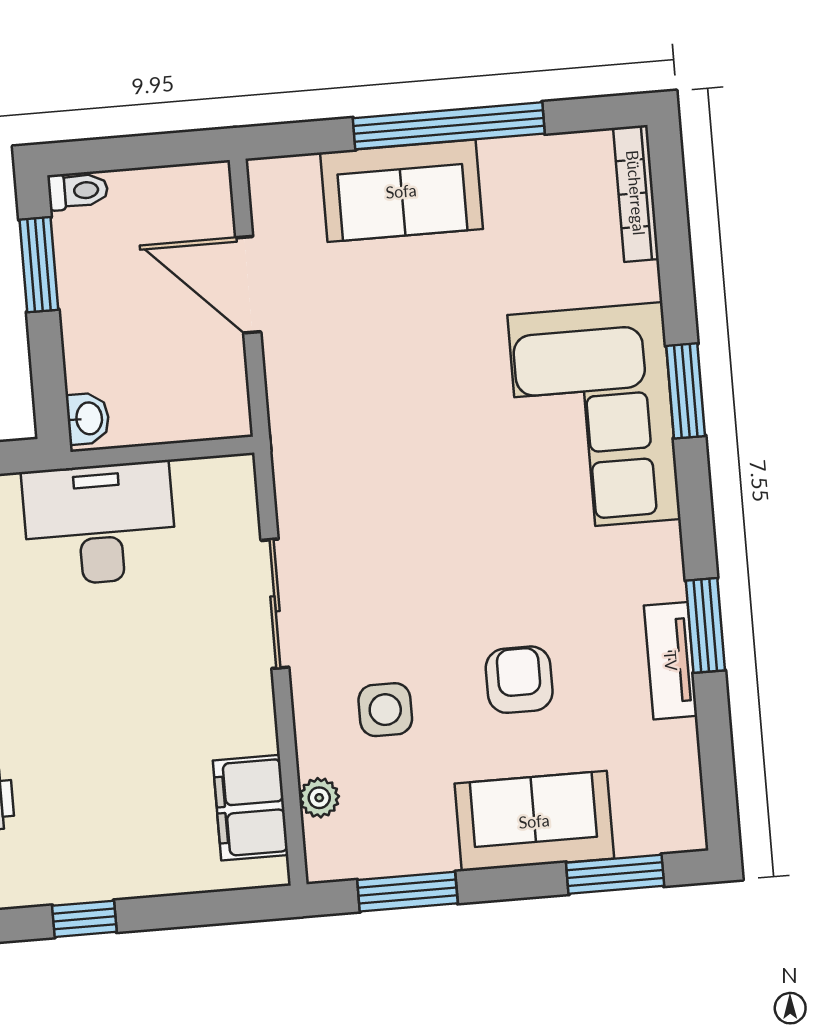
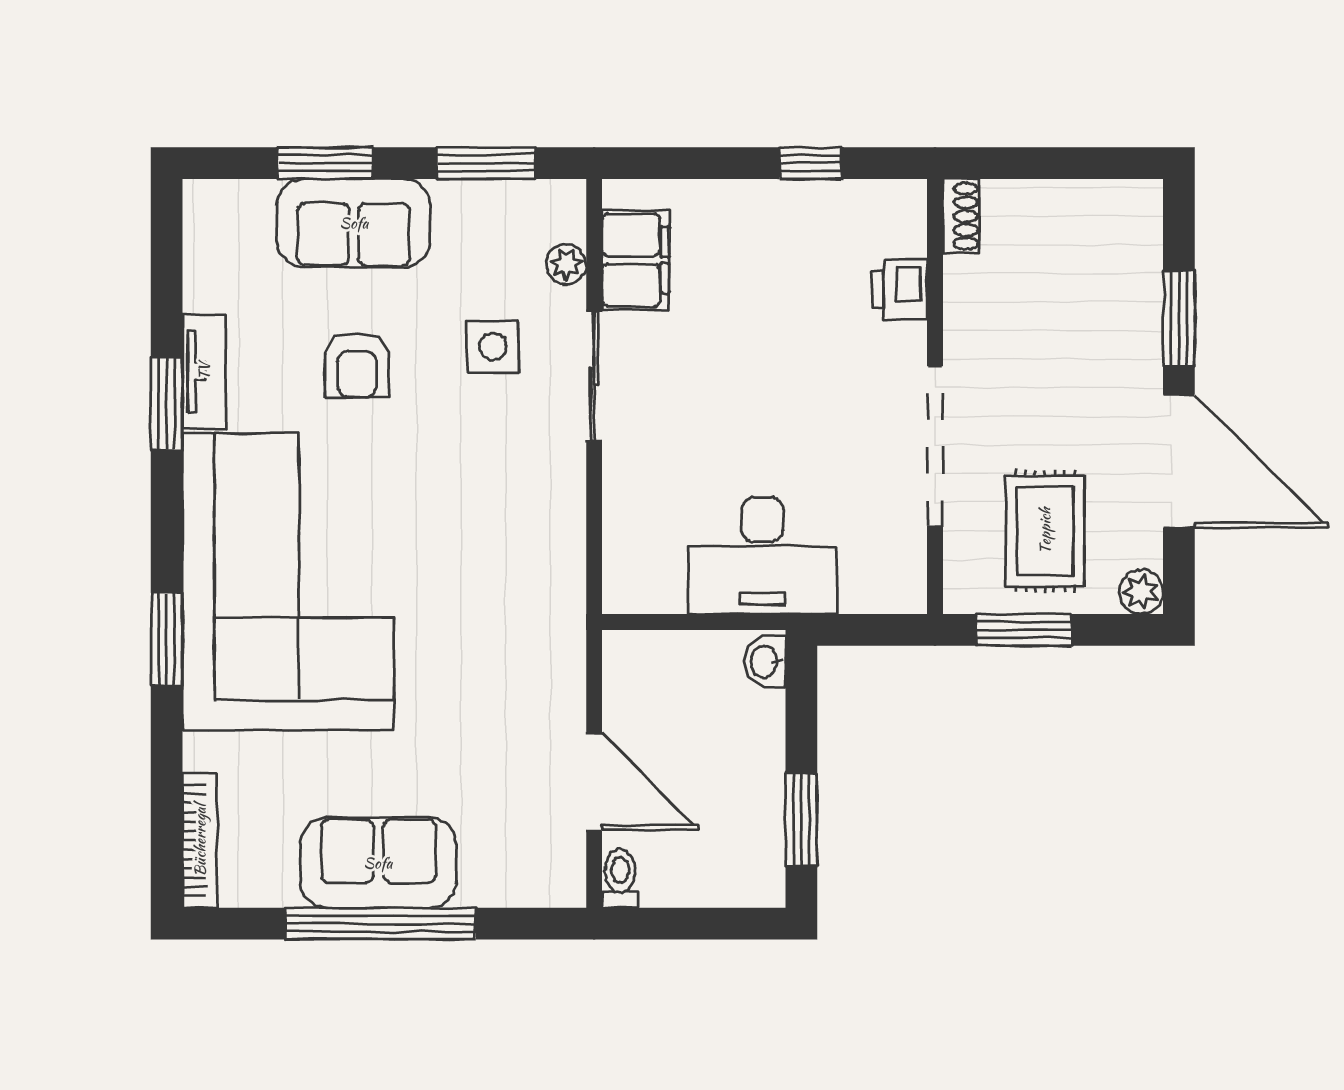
toilet: (78, 191) -> (620, 878), moved, turned 90
sofa: (401, 191) -> (378, 863), moved
corner sofa: (594, 417) -> (288, 582), width x1.36, depth x1.36
sliding door: (275, 604) -> (594, 376), moved
window: (615, 874) -> (325, 163), moved

